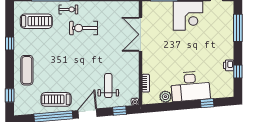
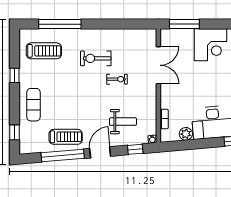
exercise bike: (68, 9) -> (117, 79), moved
double door: (141, 34) -> (158, 65), swing flipped
weight bench: (108, 86) -> (123, 122), turned 90
treadmill: (56, 99) -> (66, 137), turned 180

